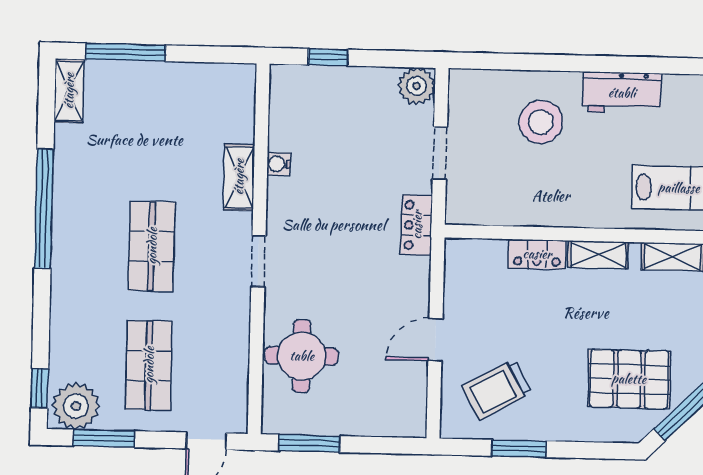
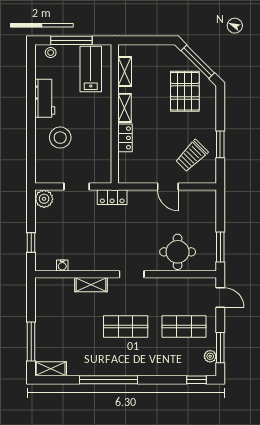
water cooler: (279, 164) -> (62, 265), moved
trolley: (497, 390) -> (192, 156), turned 74
plant: (76, 406) -> (210, 356), width x0.53, depth x0.53

